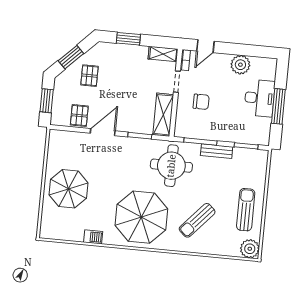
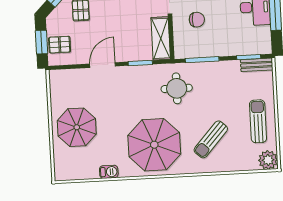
pallet: (79, 115) -> (60, 45), moved, turned 90
bench: (217, 151) -> (257, 65), moved
round table: (171, 166) -> (177, 88), width x0.73, depth x0.73

